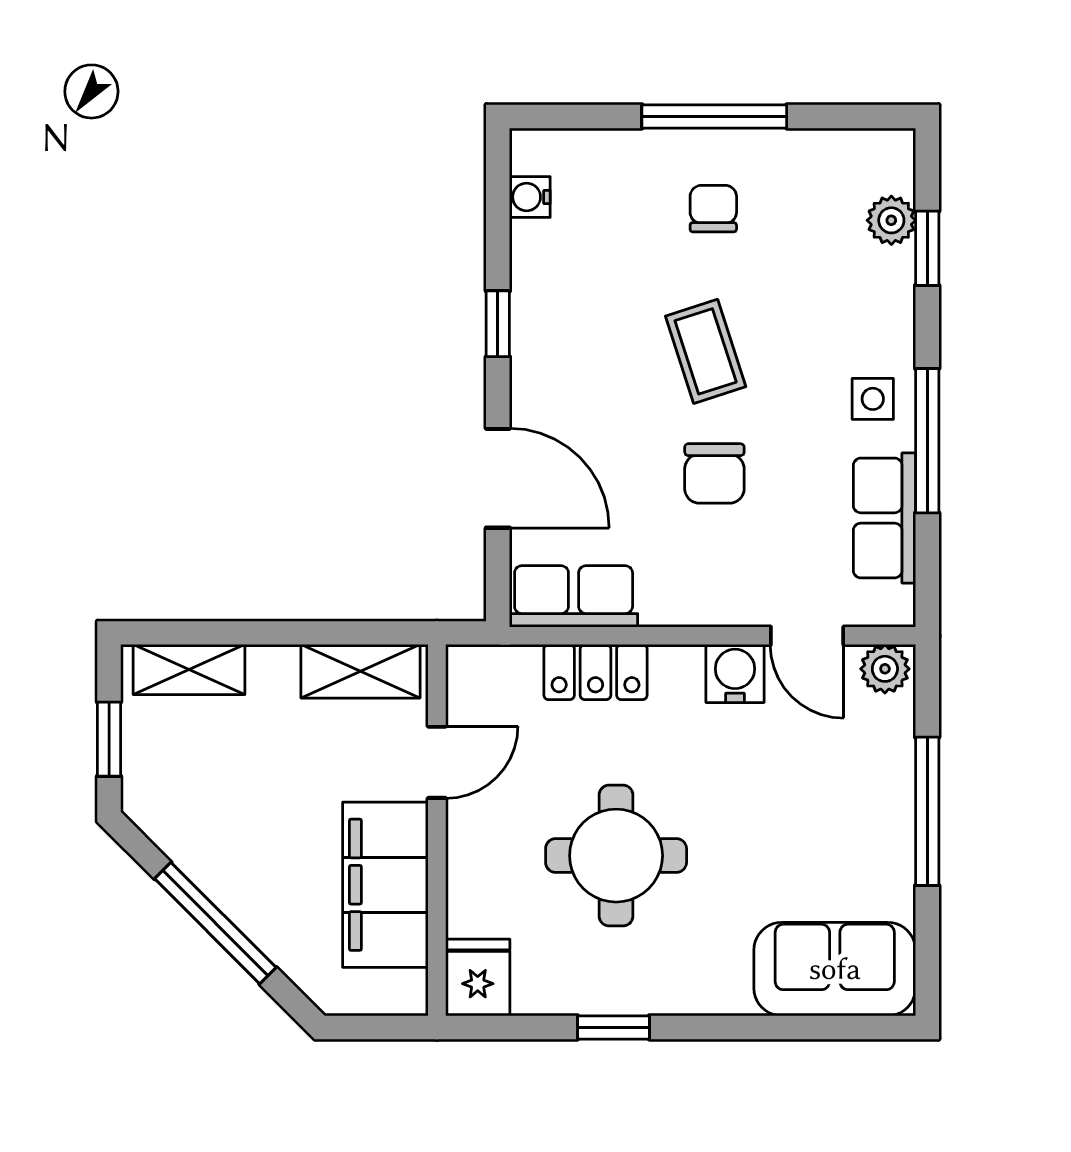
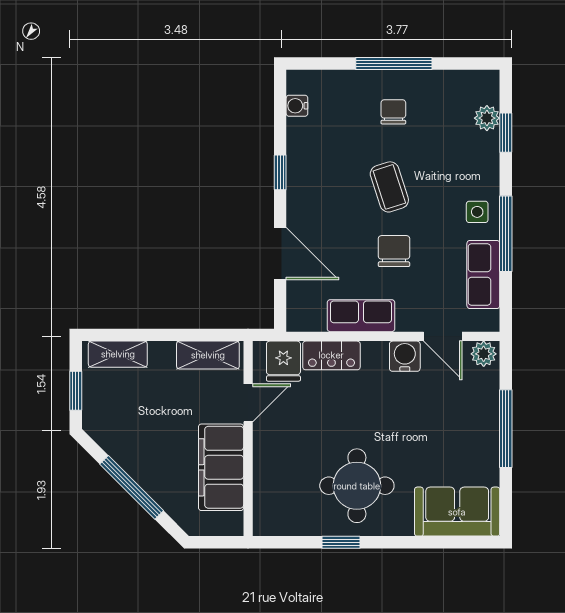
chair: (714, 473) -> (394, 251), turned 180
row of seats: (574, 596) -> (361, 316), moved
round table: (616, 856) -> (357, 486), moved
fridge: (478, 978) -> (283, 361), moved, turned 180

